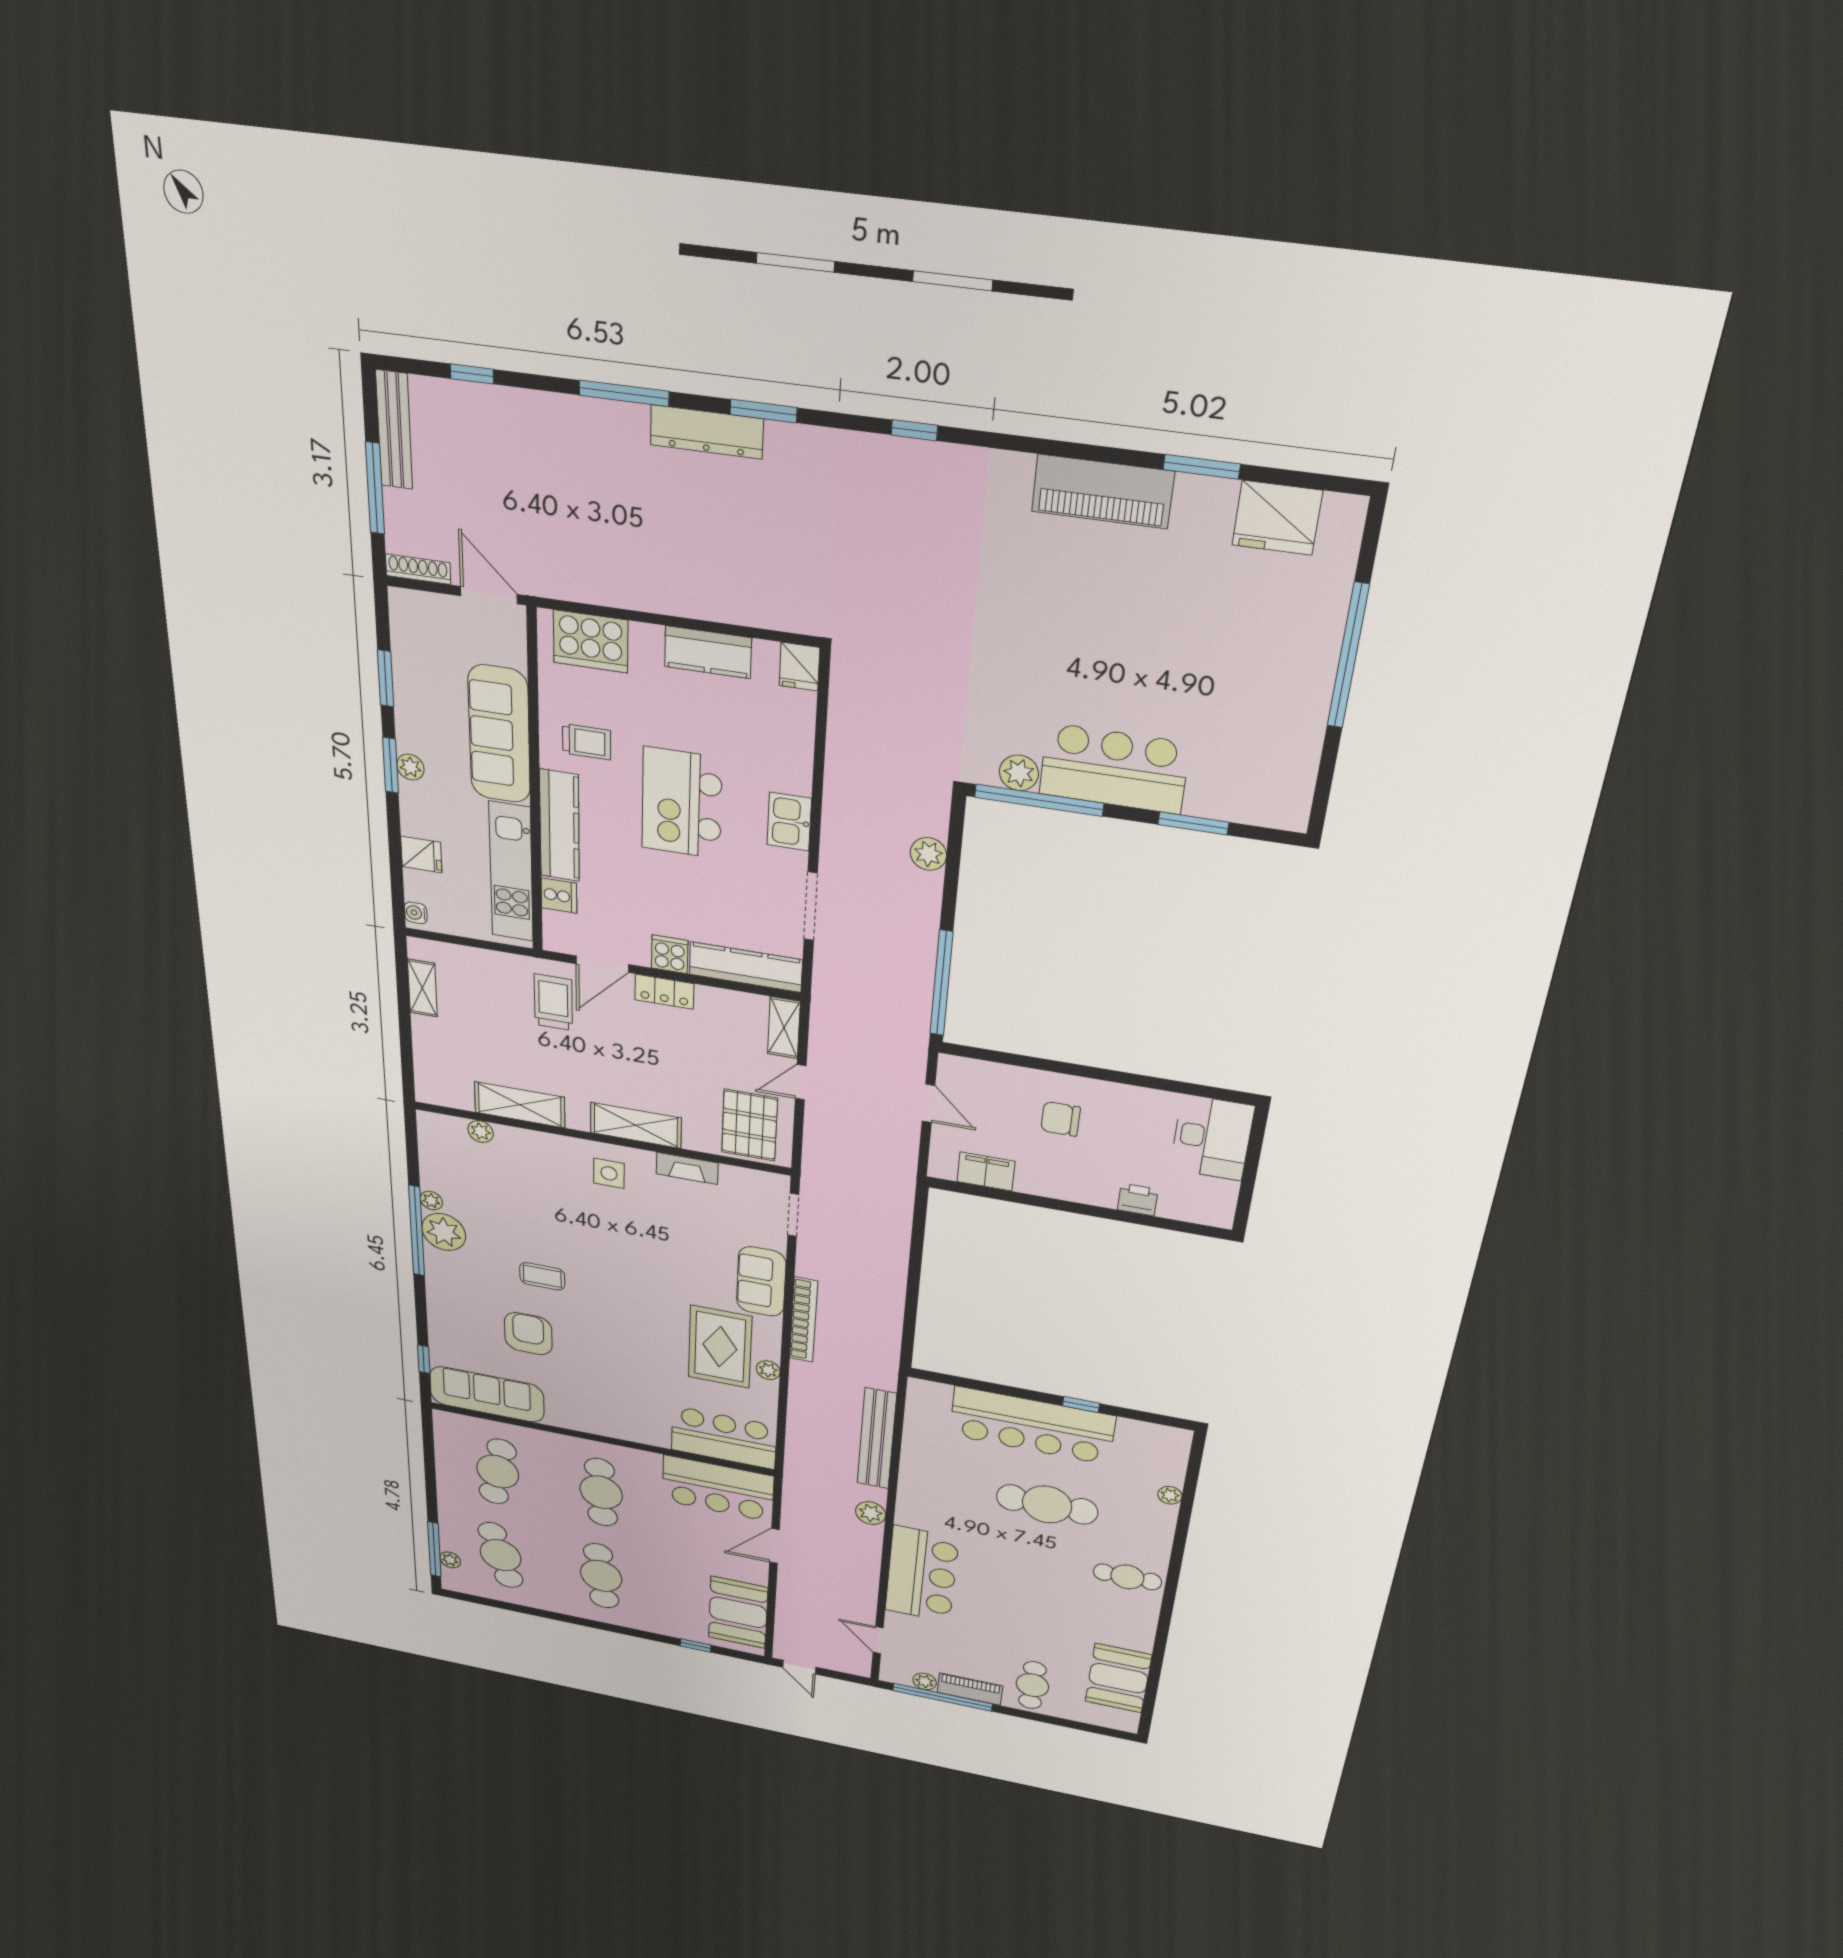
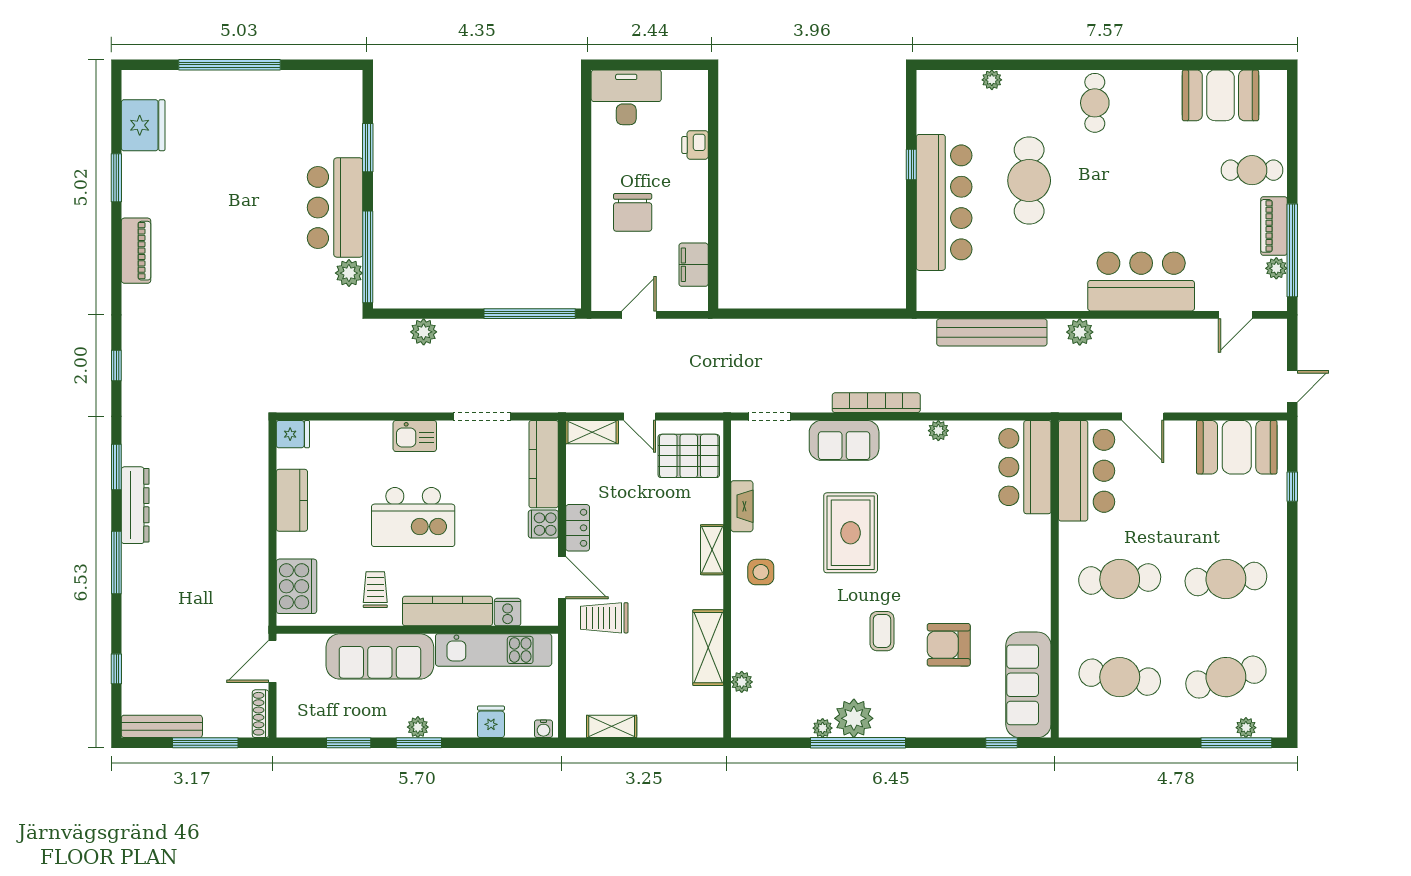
piano: (1103, 492) -> (136, 251), width x0.73, depth x0.75
chair: (1061, 1119) -> (633, 212), width x1.37, depth x1.37
shelving: (636, 1125) -> (712, 550), width x0.67, depth x0.75
rug: (720, 1347) -> (851, 533), moved, turned 90

